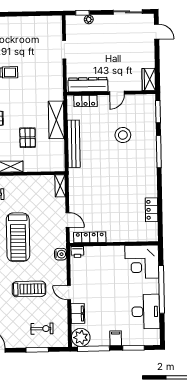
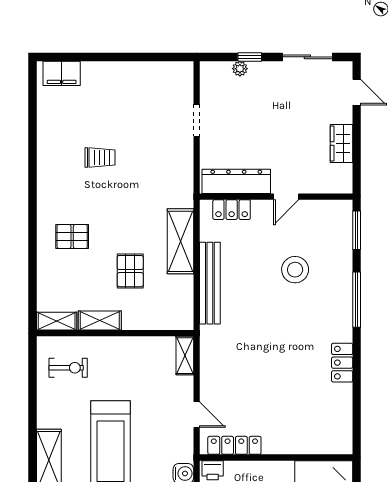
window: (82, 13) -> (250, 57), moved
wardrobe: (149, 79) -> (341, 143), moved
locker: (152, 210) -> (342, 363), moved

